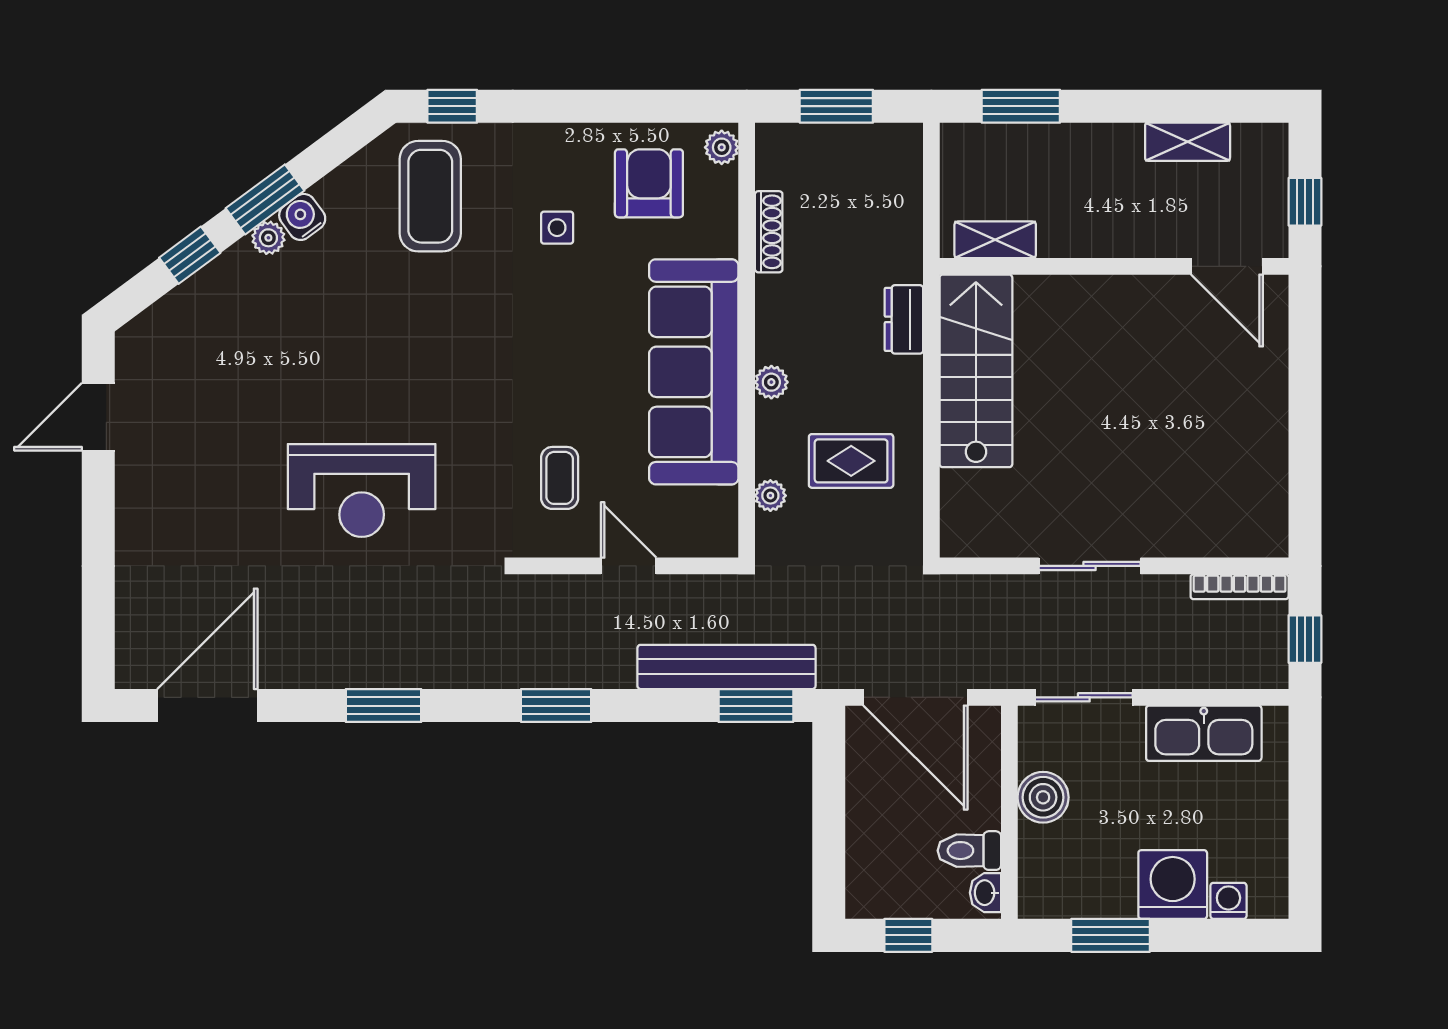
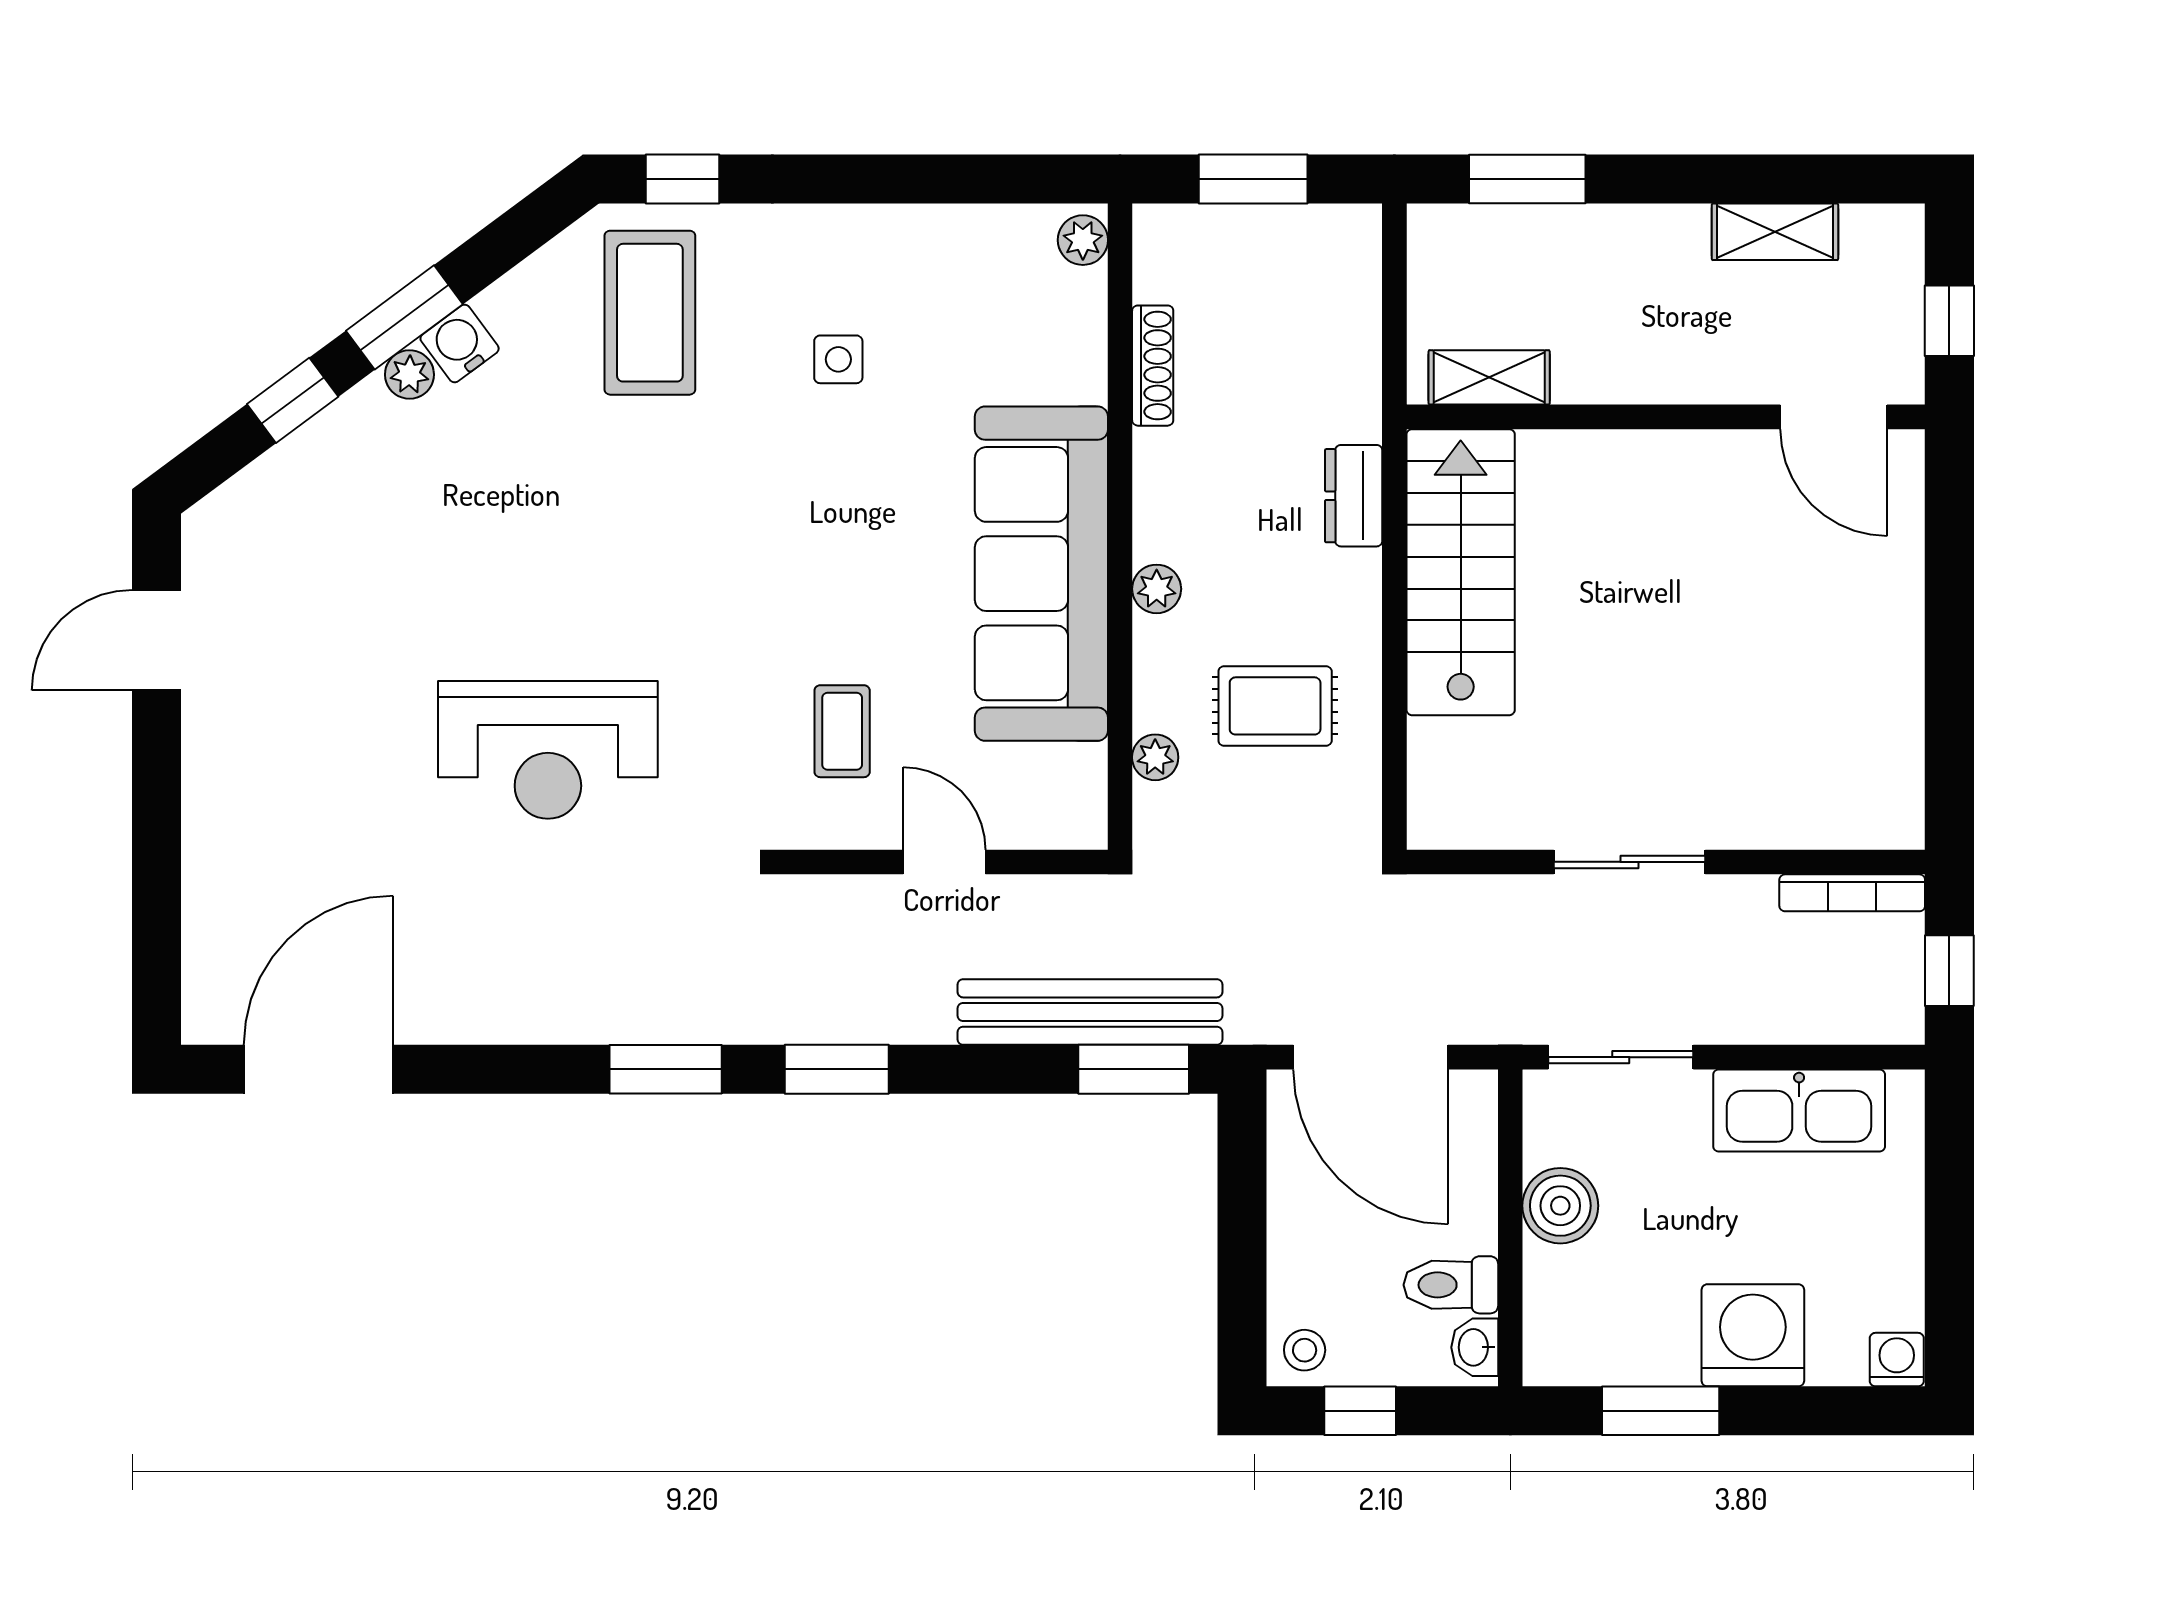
armchair: (649, 183) -> (975, 294), removed
window: (384, 706) -> (666, 1069), moved
stool: (871, 895) -> (1305, 1350), added
washing machine: (1228, 901) -> (1897, 1360), moved

